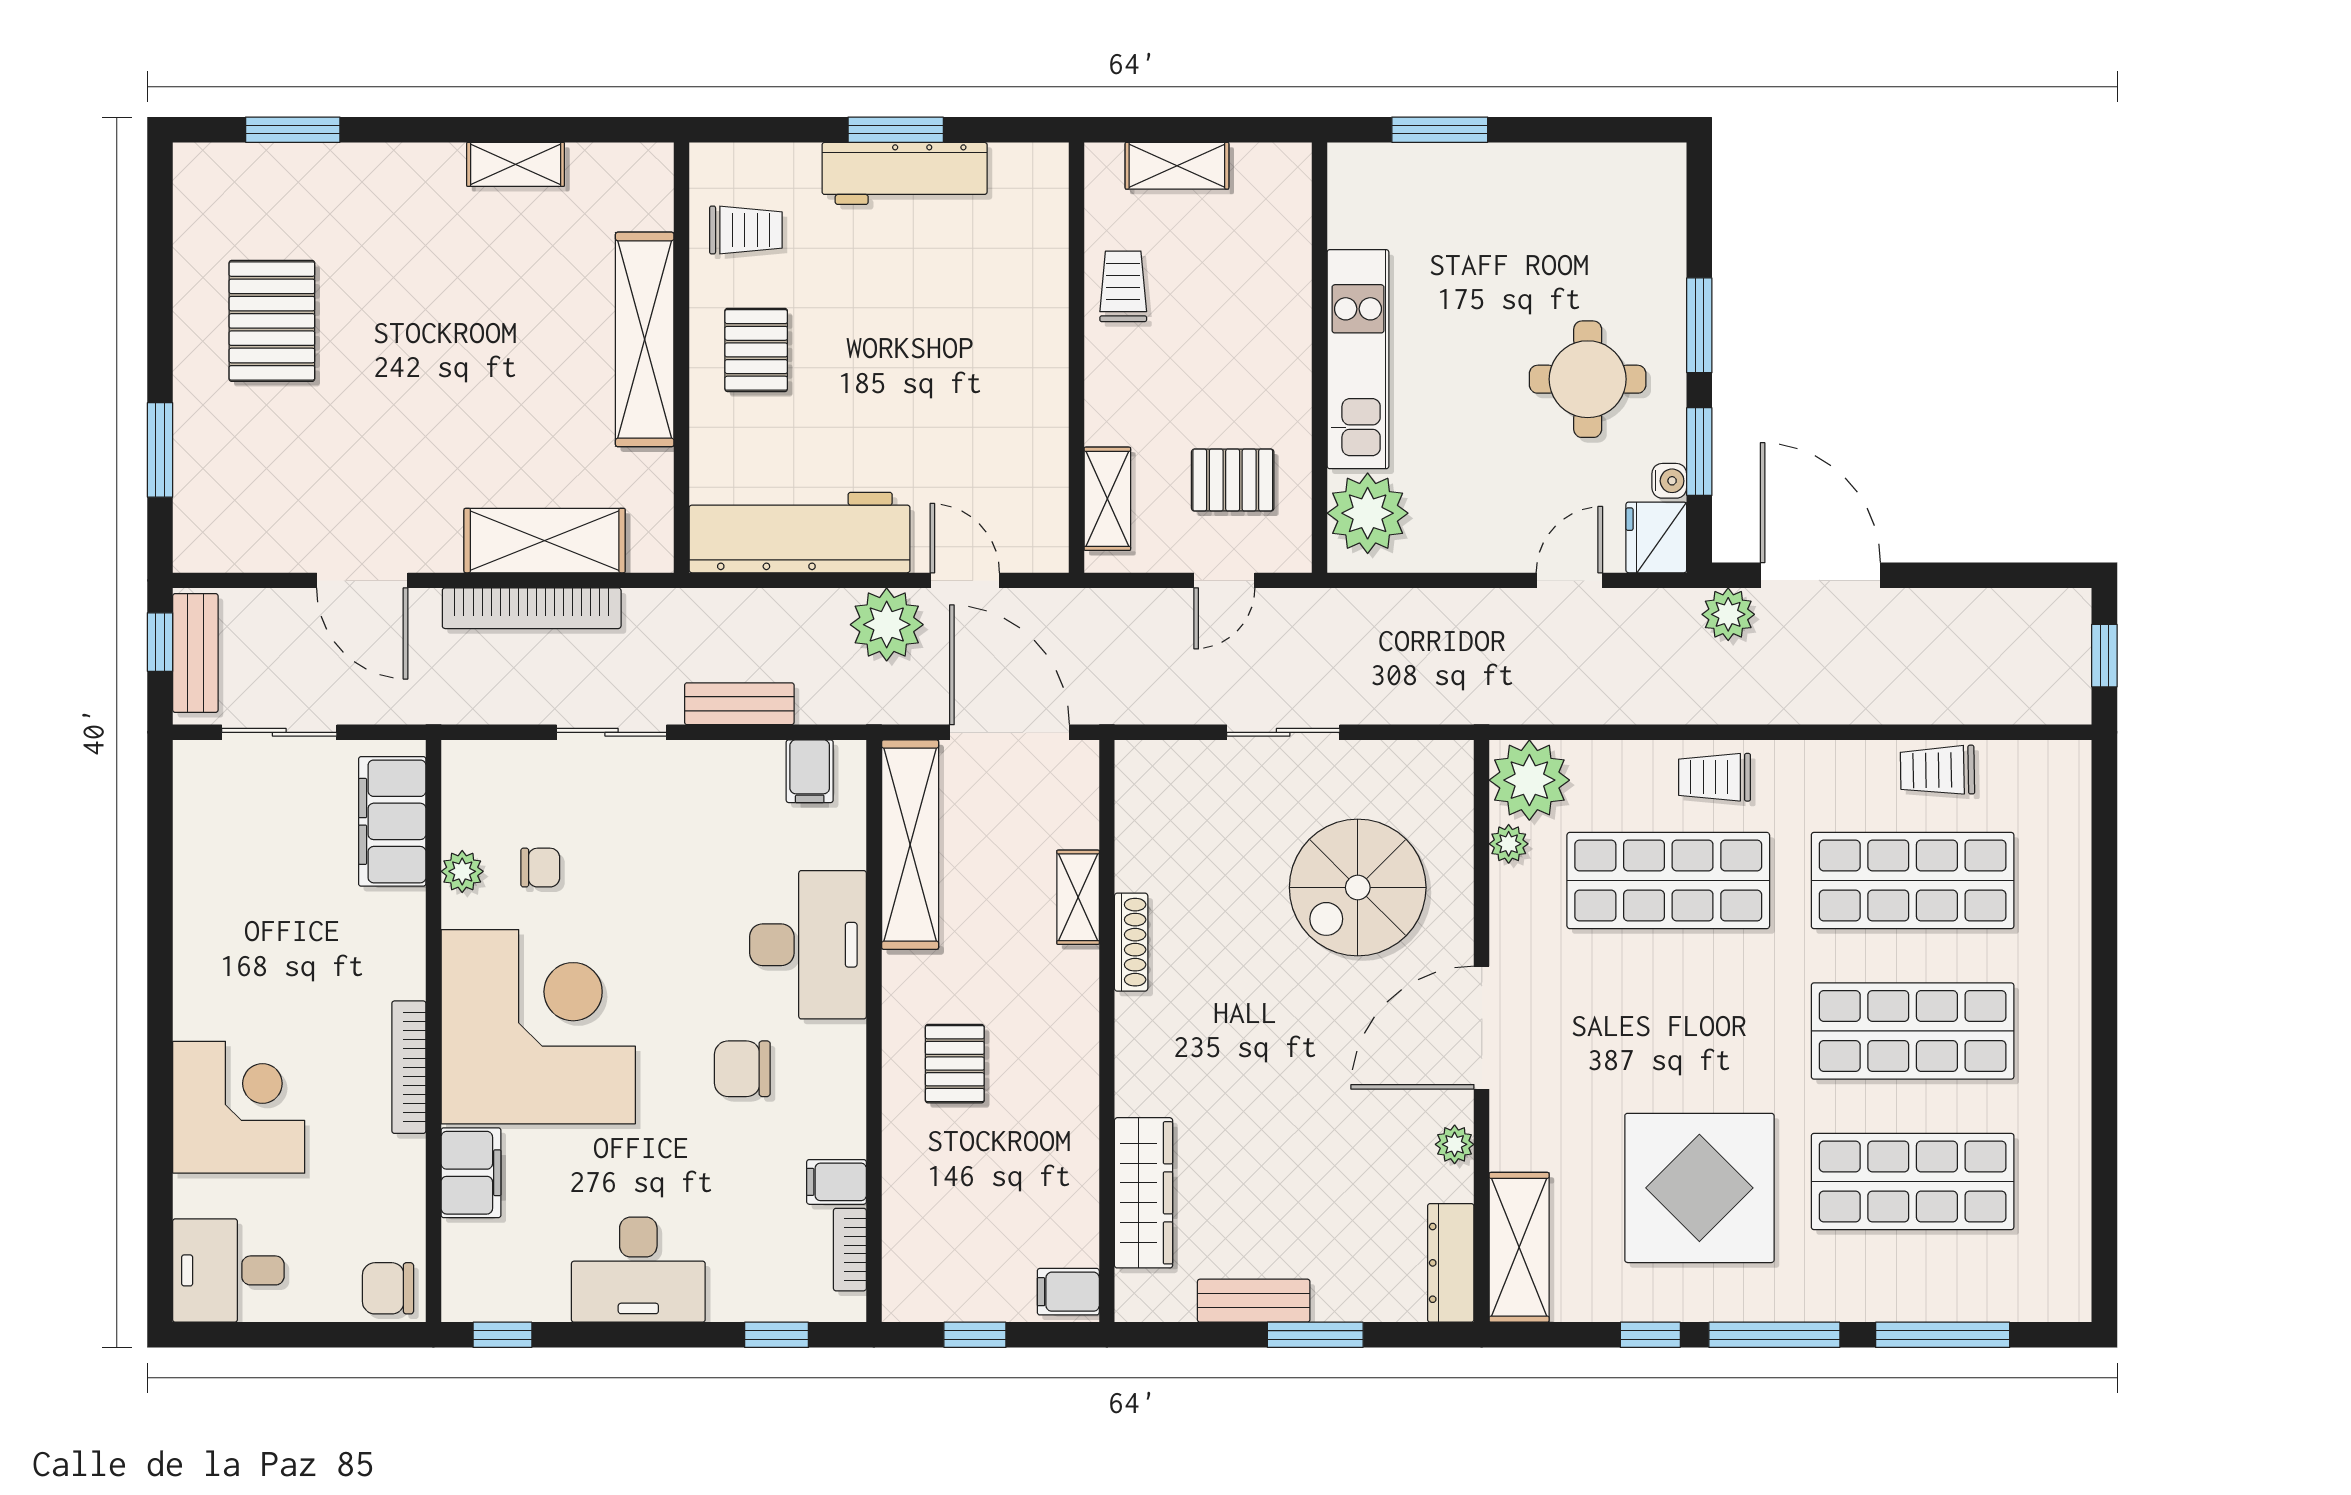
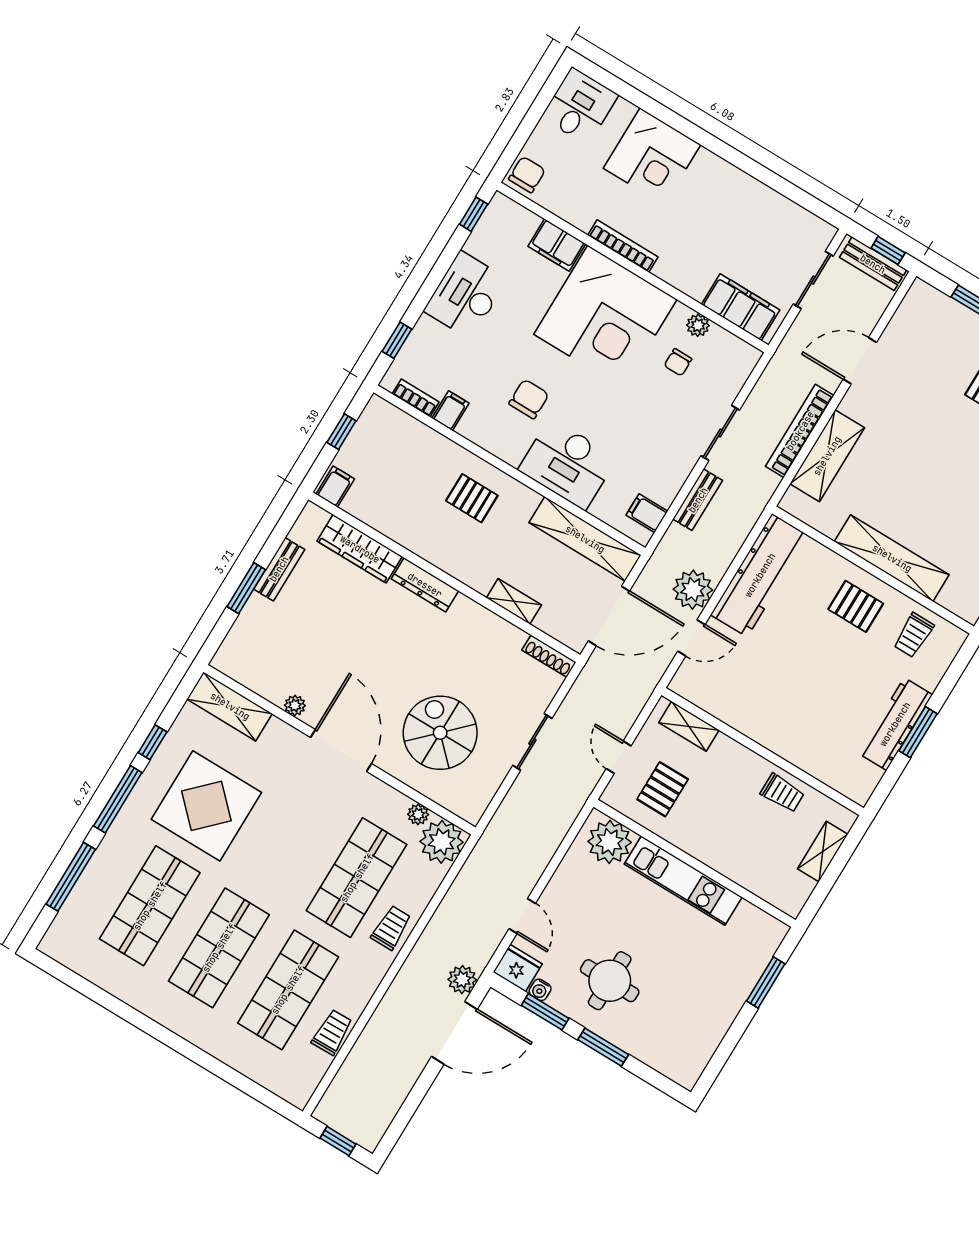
shoe rack: (1131, 942) -> (549, 656), moved
dresser: (1451, 1263) -> (425, 585), moved, turned 180

